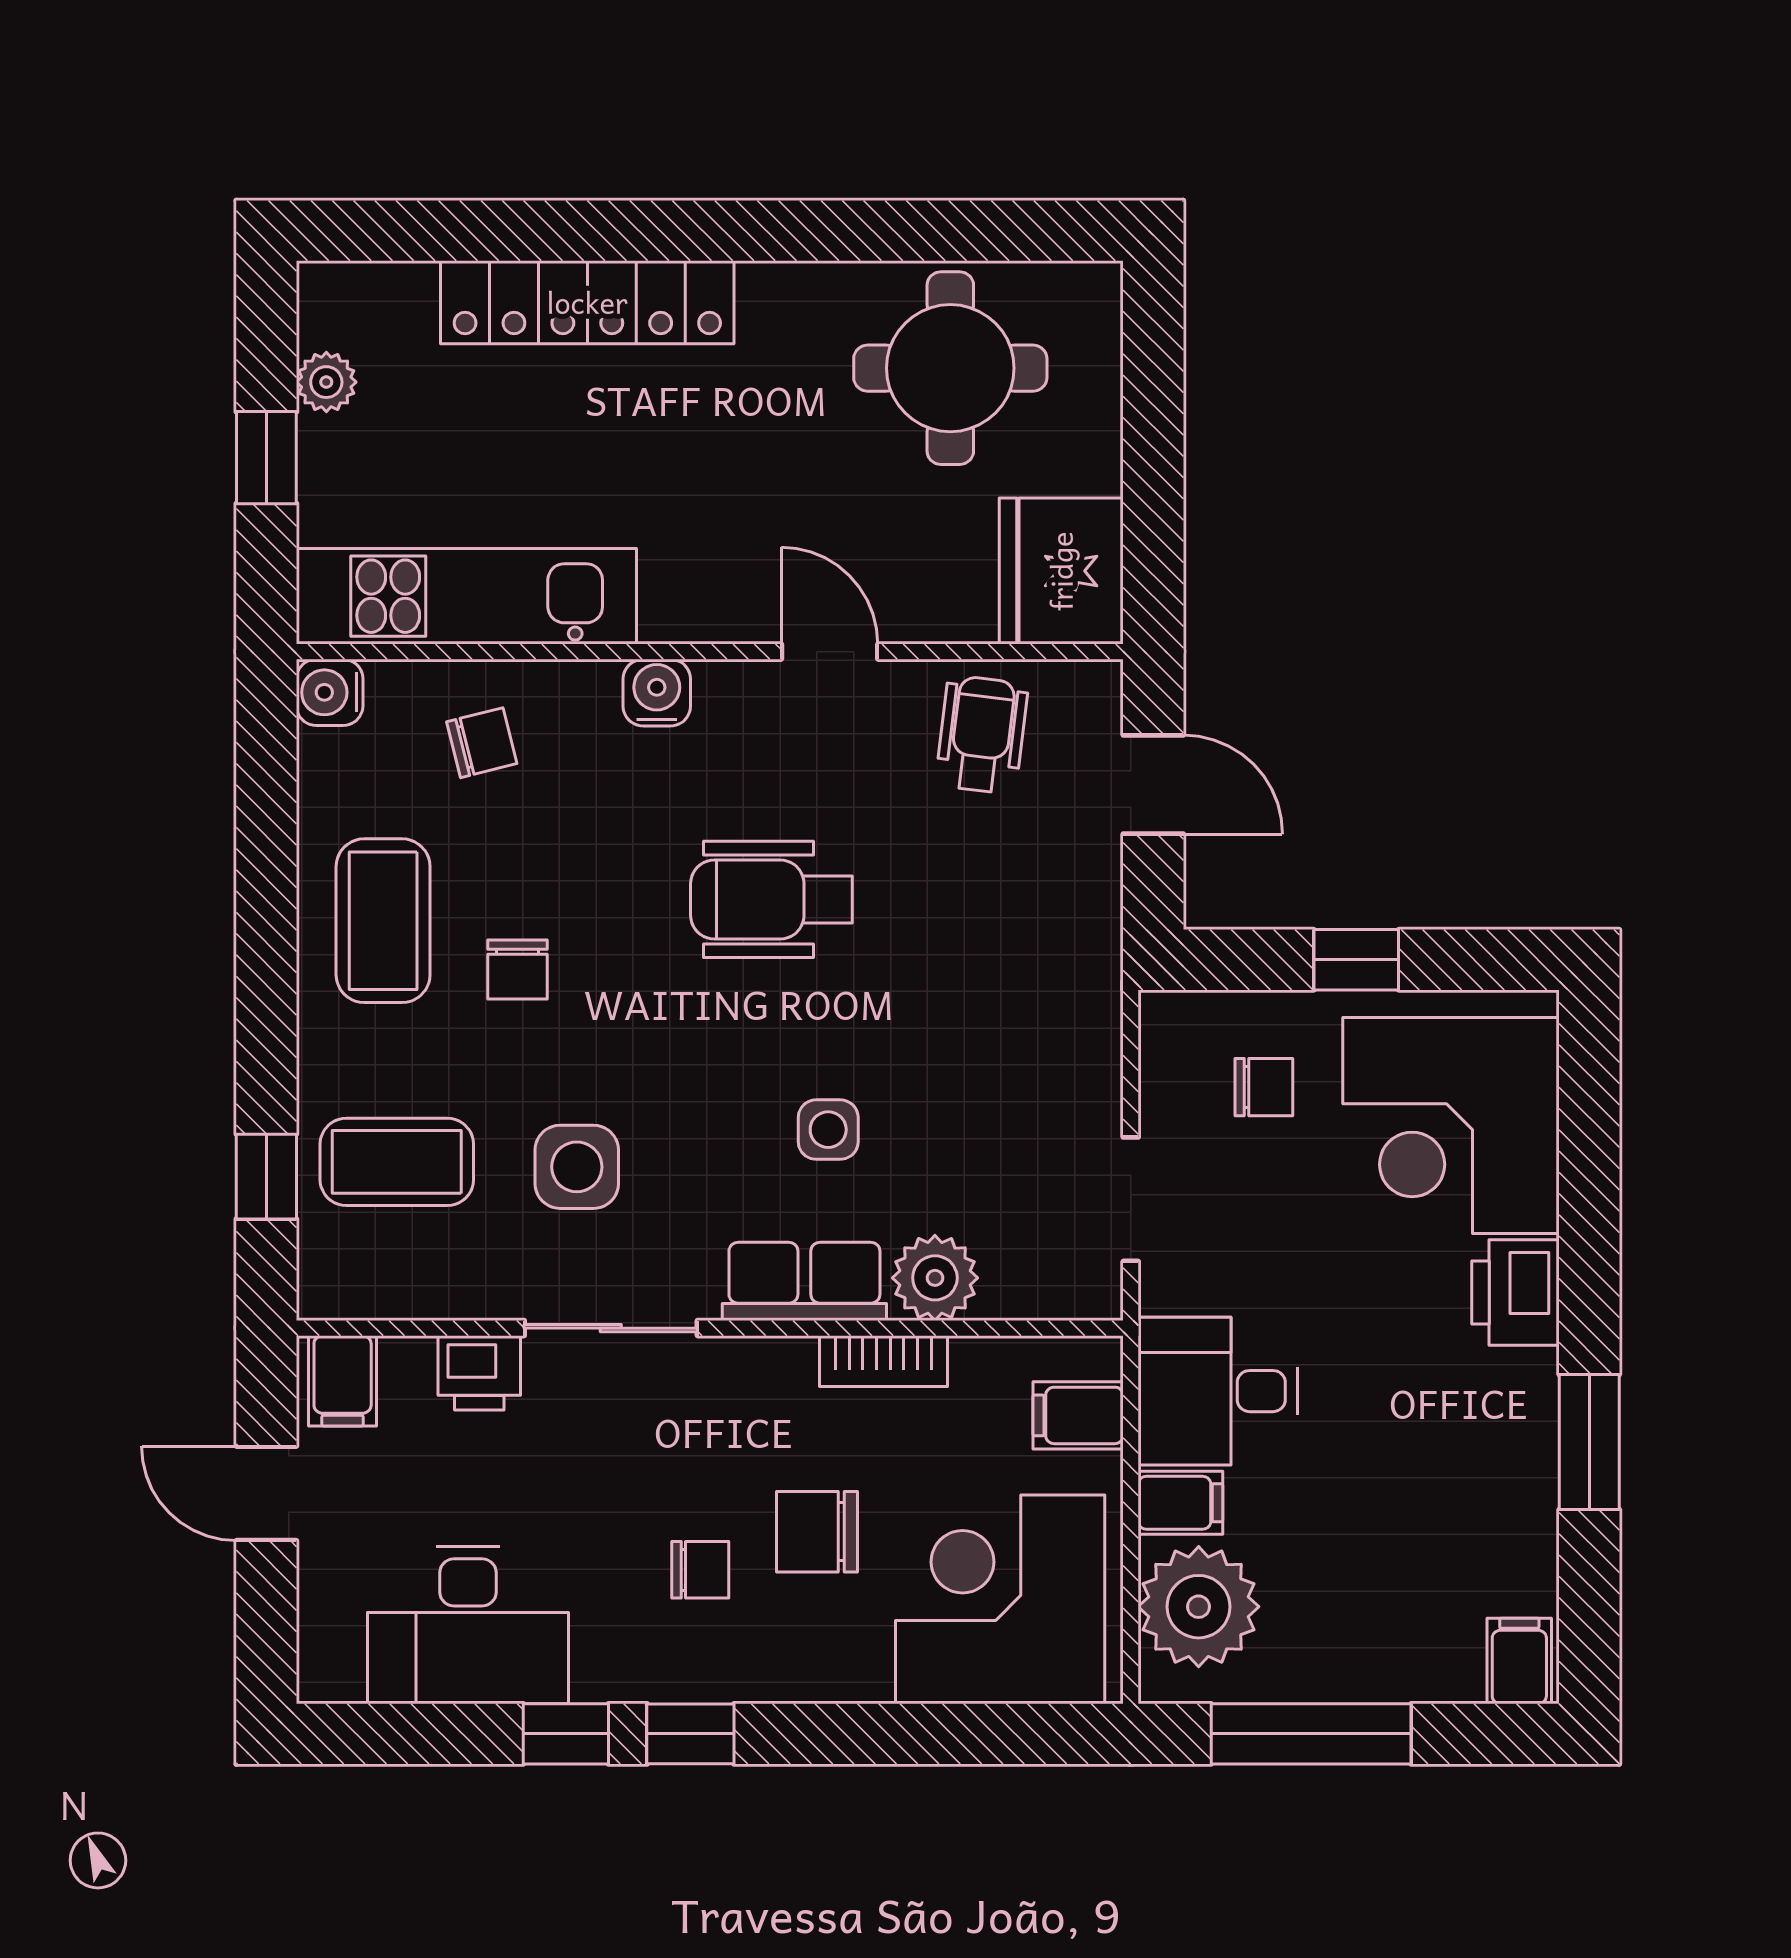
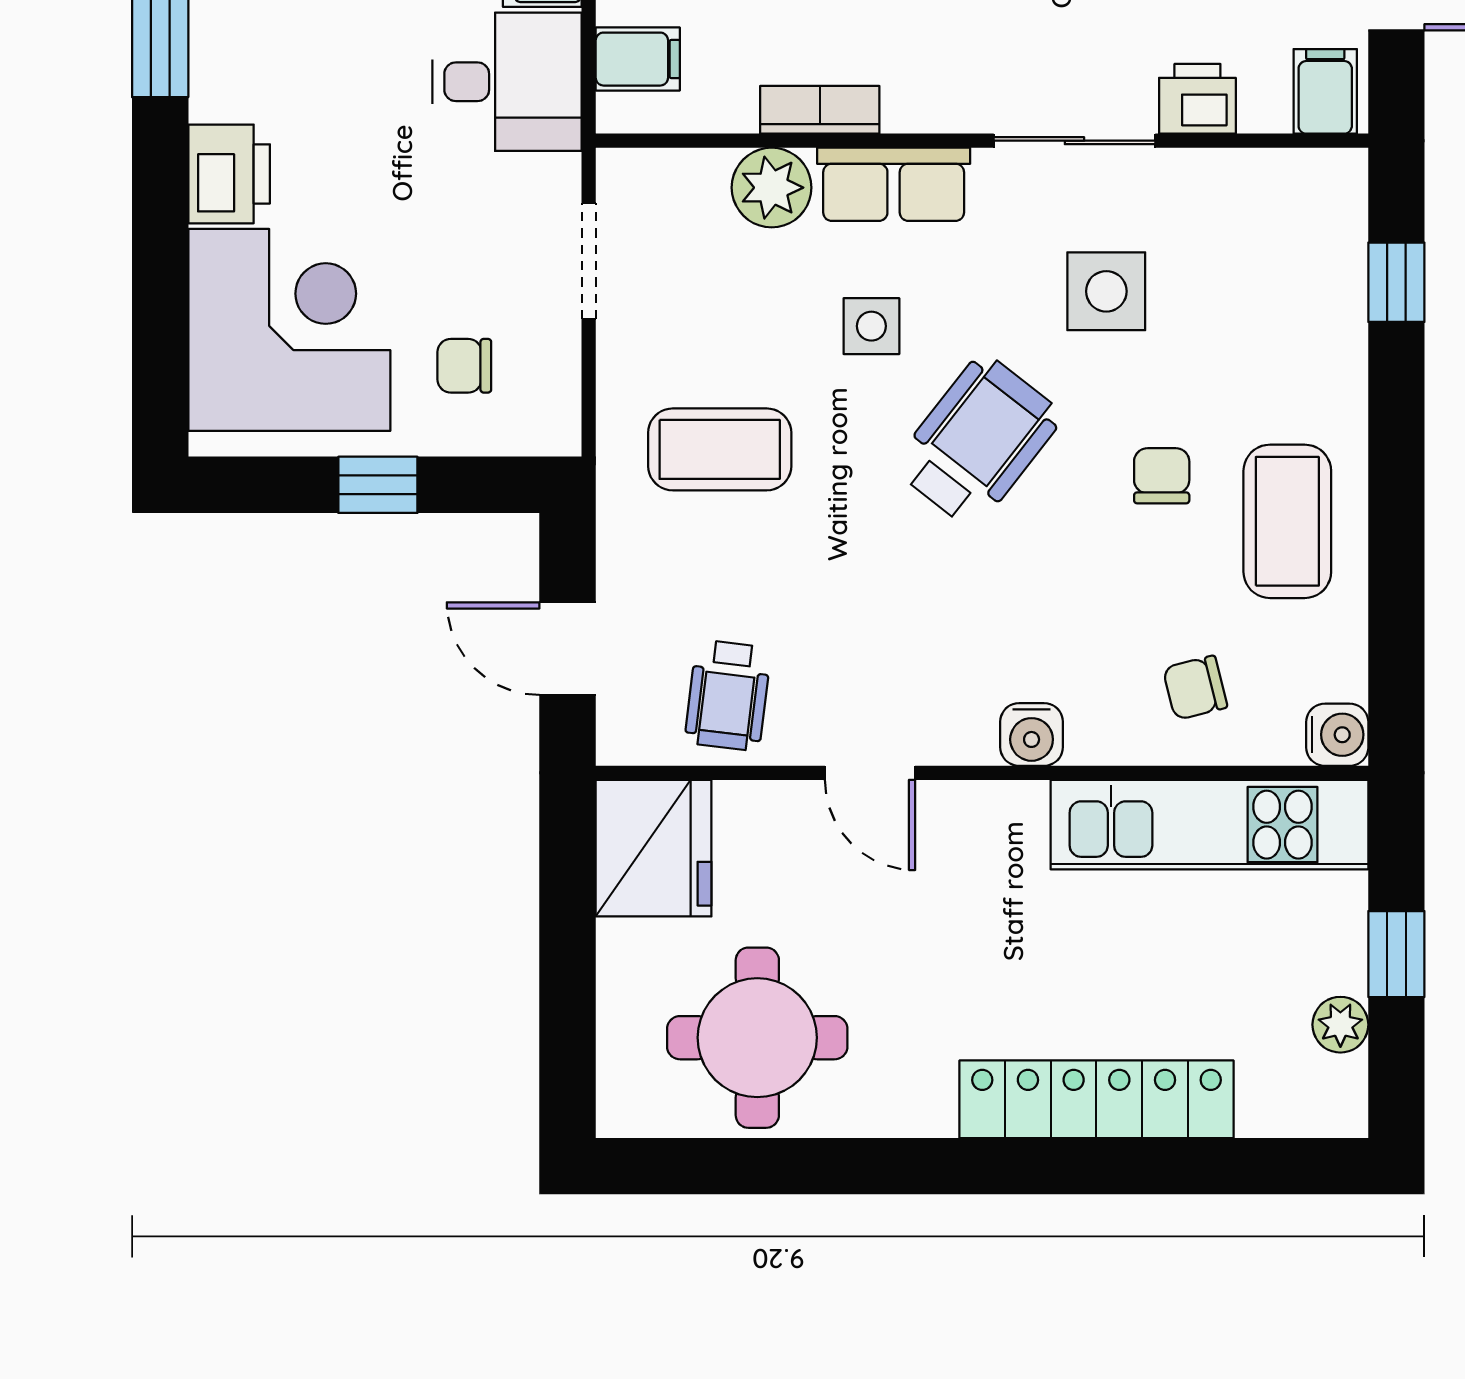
wheelchair: (771, 899) -> (978, 441), moved, turned -52
coffee table: (397, 1162) -> (720, 449), moved

